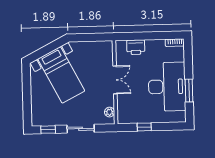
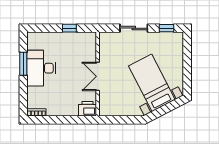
printer: (136, 47) -> (88, 109), moved
desk: (167, 87) -> (41, 68), width x0.73, depth x0.77
plant: (110, 112) -> (104, 44), removed

